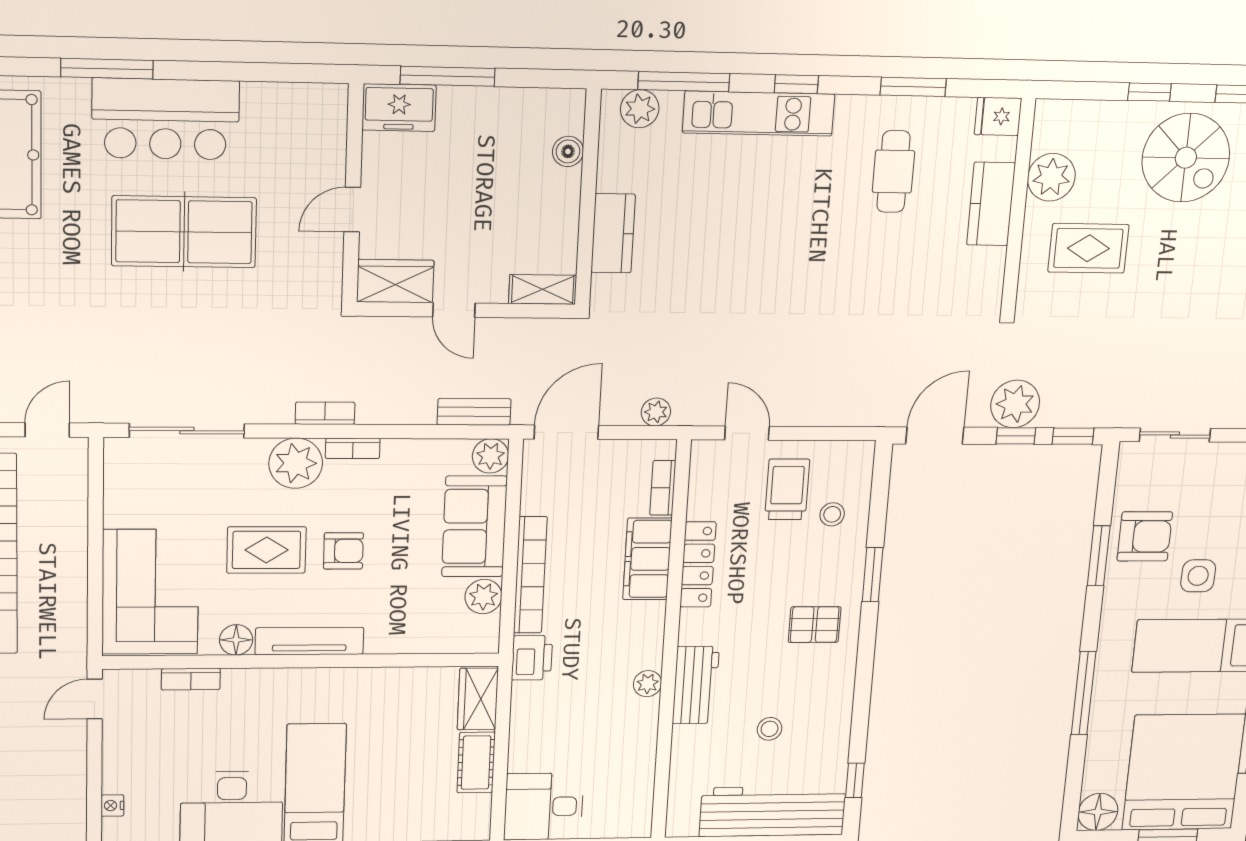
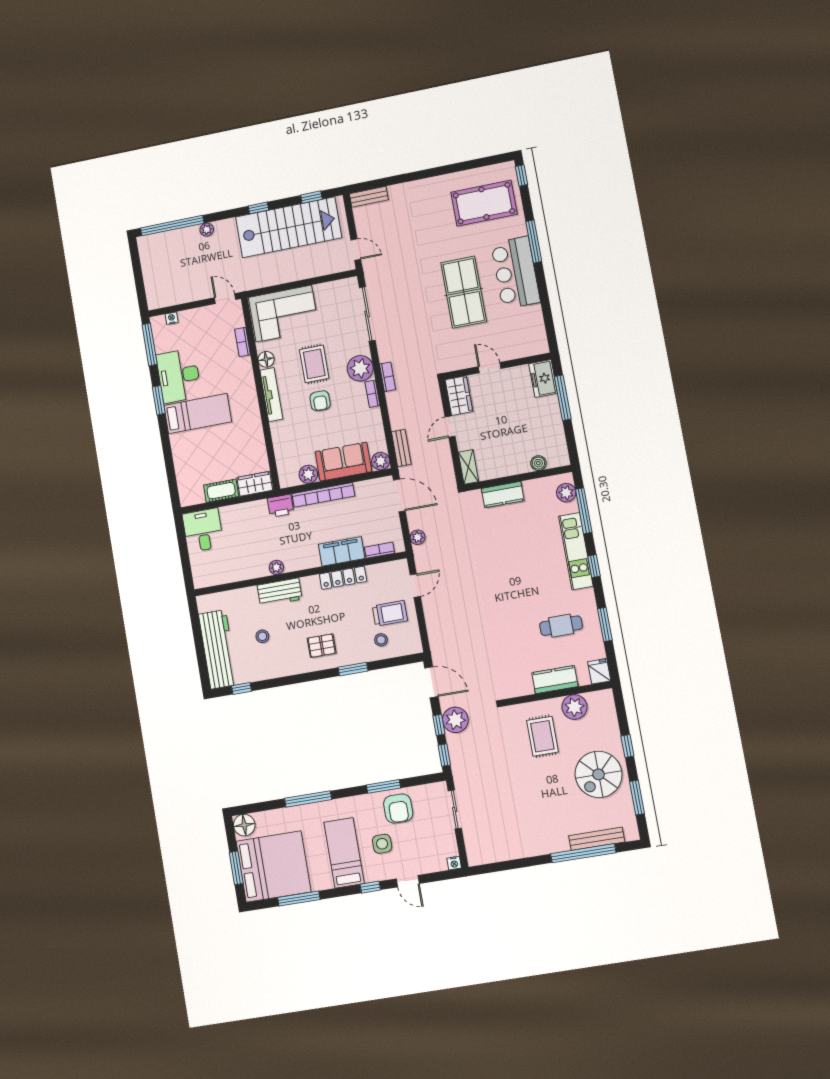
pallet: (815, 625) -> (322, 646), turned 90

